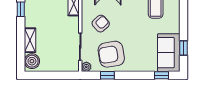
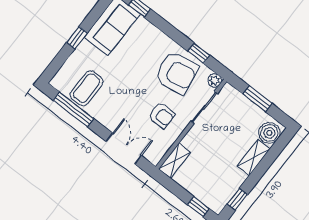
armchair: (101, 24) -> (162, 115), turned -138
window: (183, 48) -> (77, 38), moved
window: (54, 75) -> (258, 99), added

